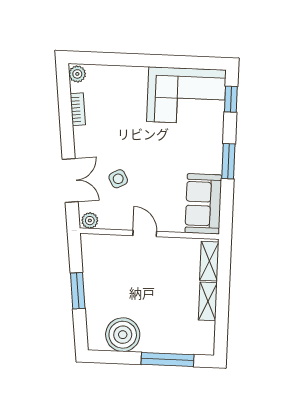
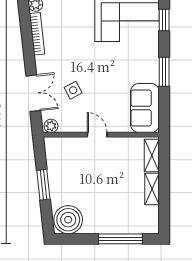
bookcase: (78, 109) -> (37, 34), width x1.56
boiler: (123, 335) -> (68, 220), moved

